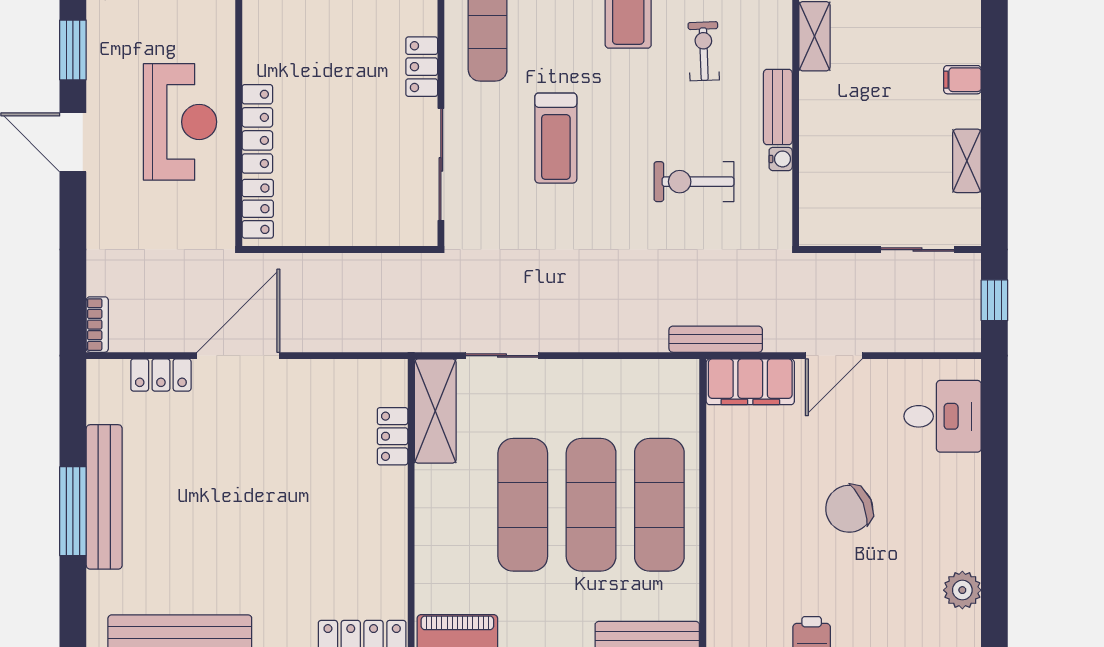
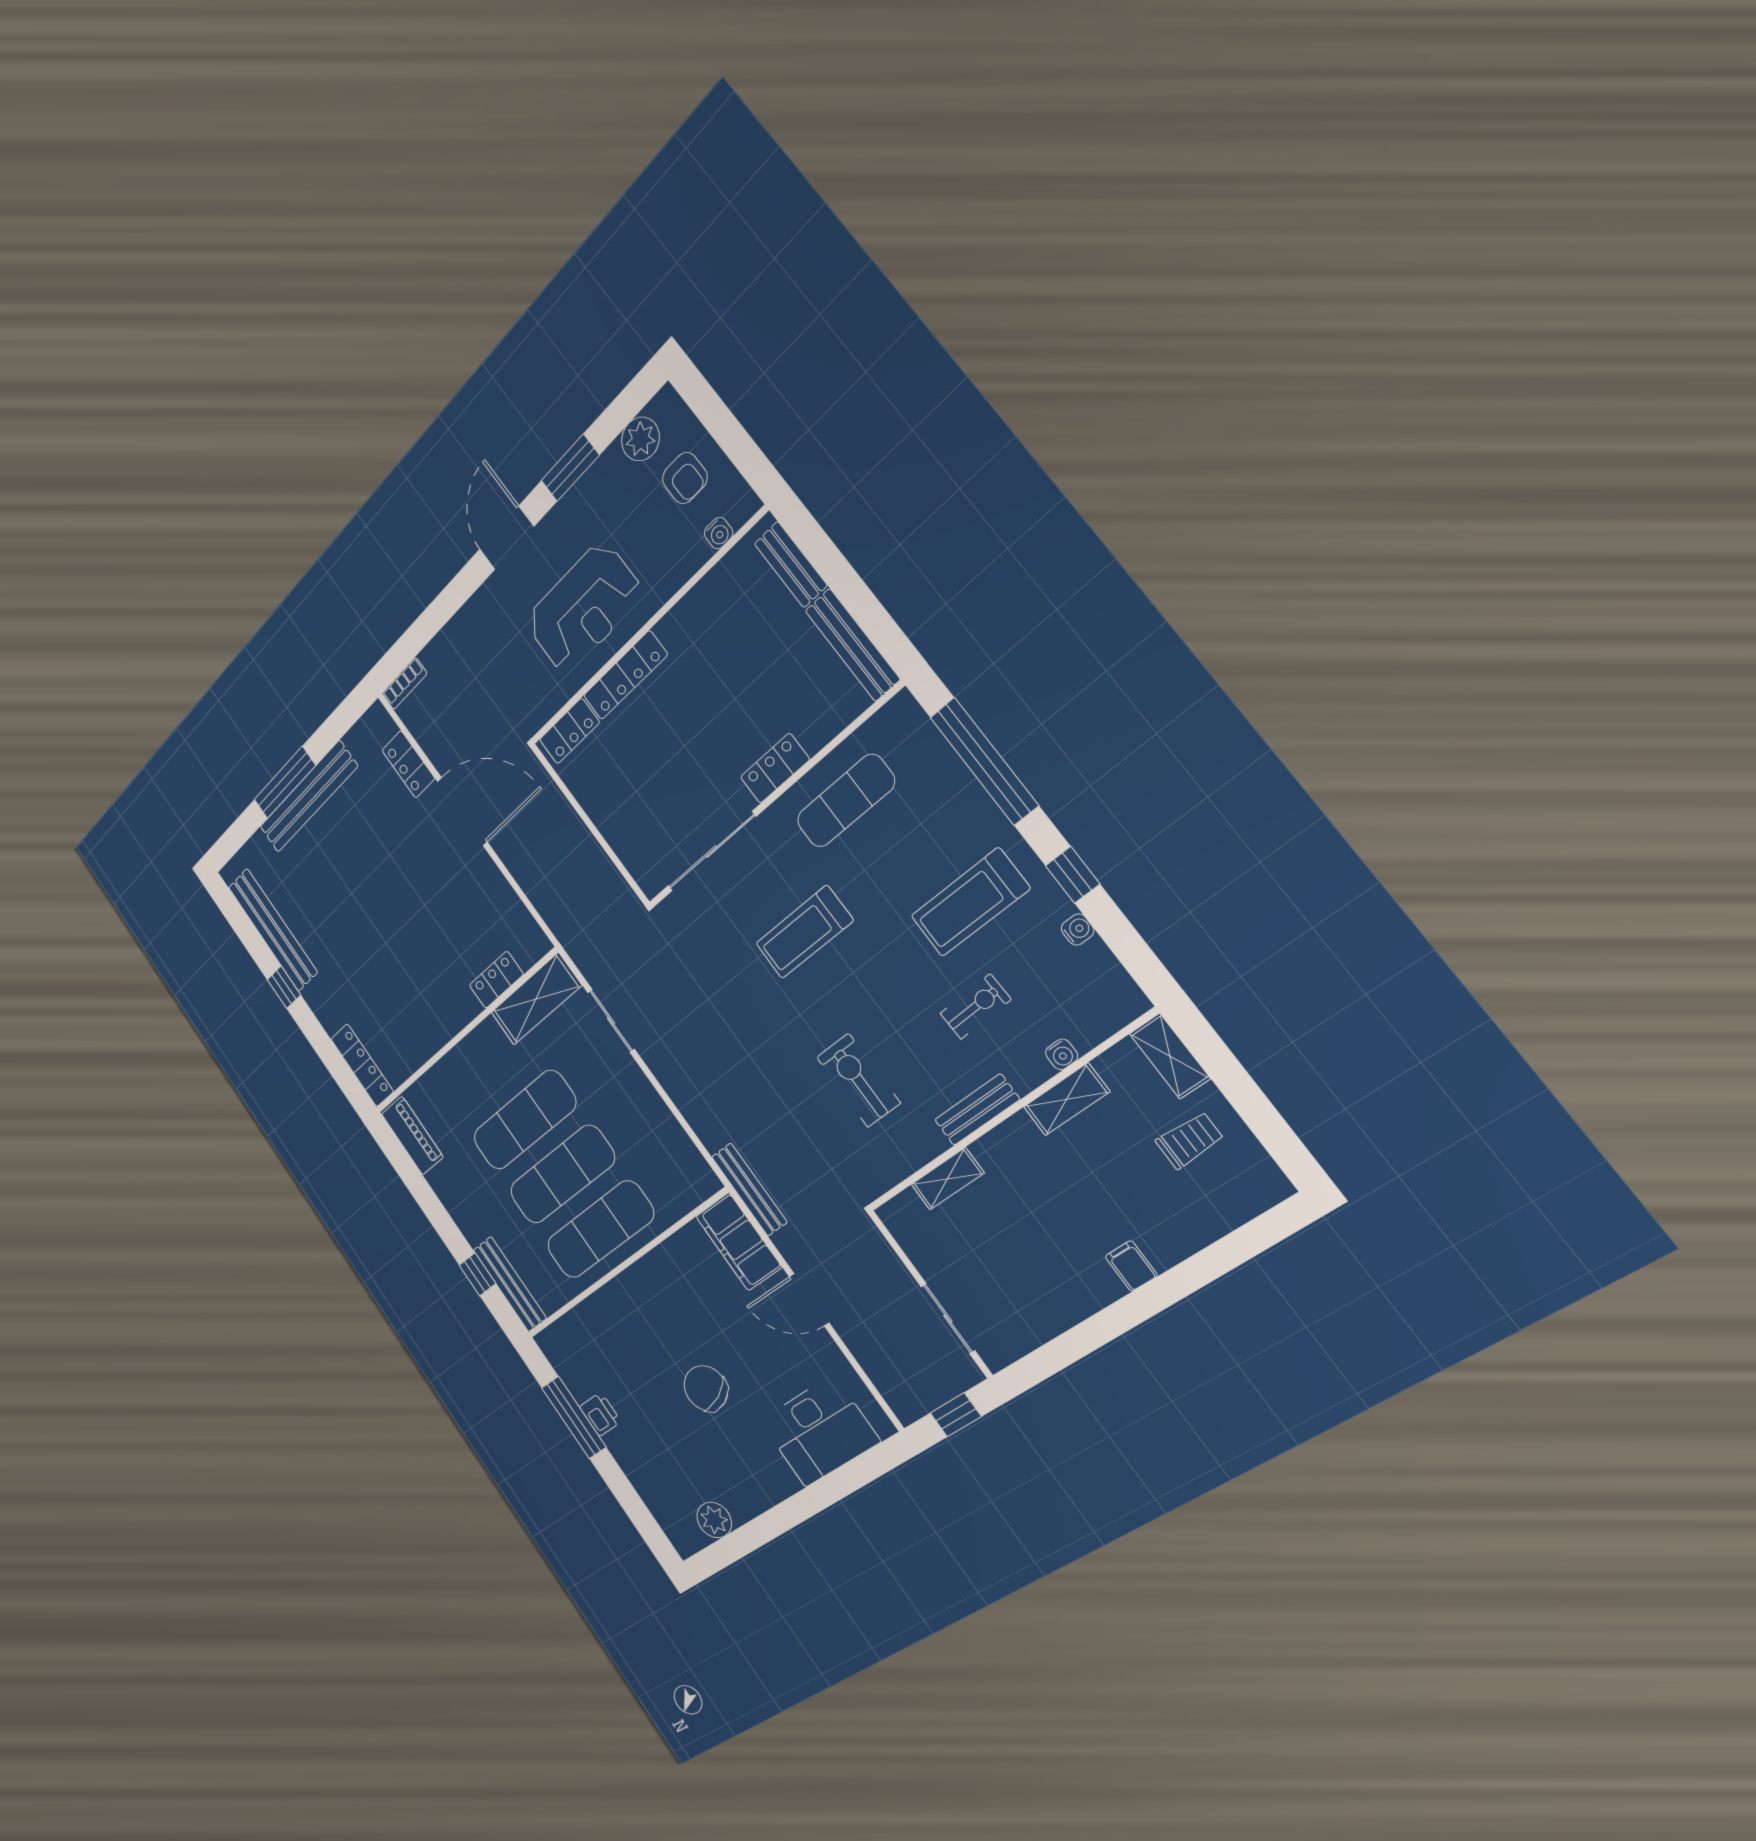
water cooler: (781, 159) -> (1062, 1054), moved
shelving: (967, 161) -> (947, 1179), moved
desk: (943, 416) -> (819, 1431), width x1.37

